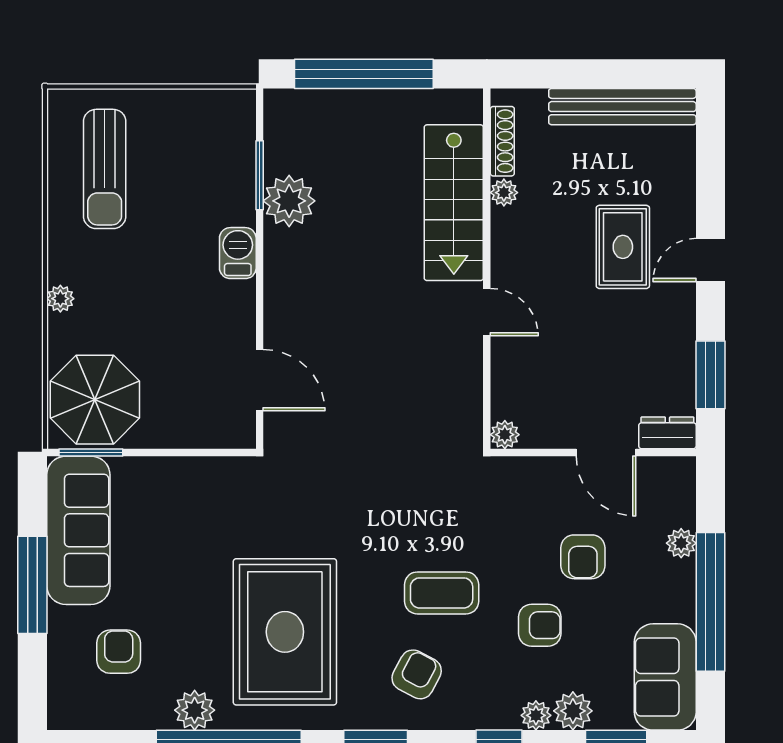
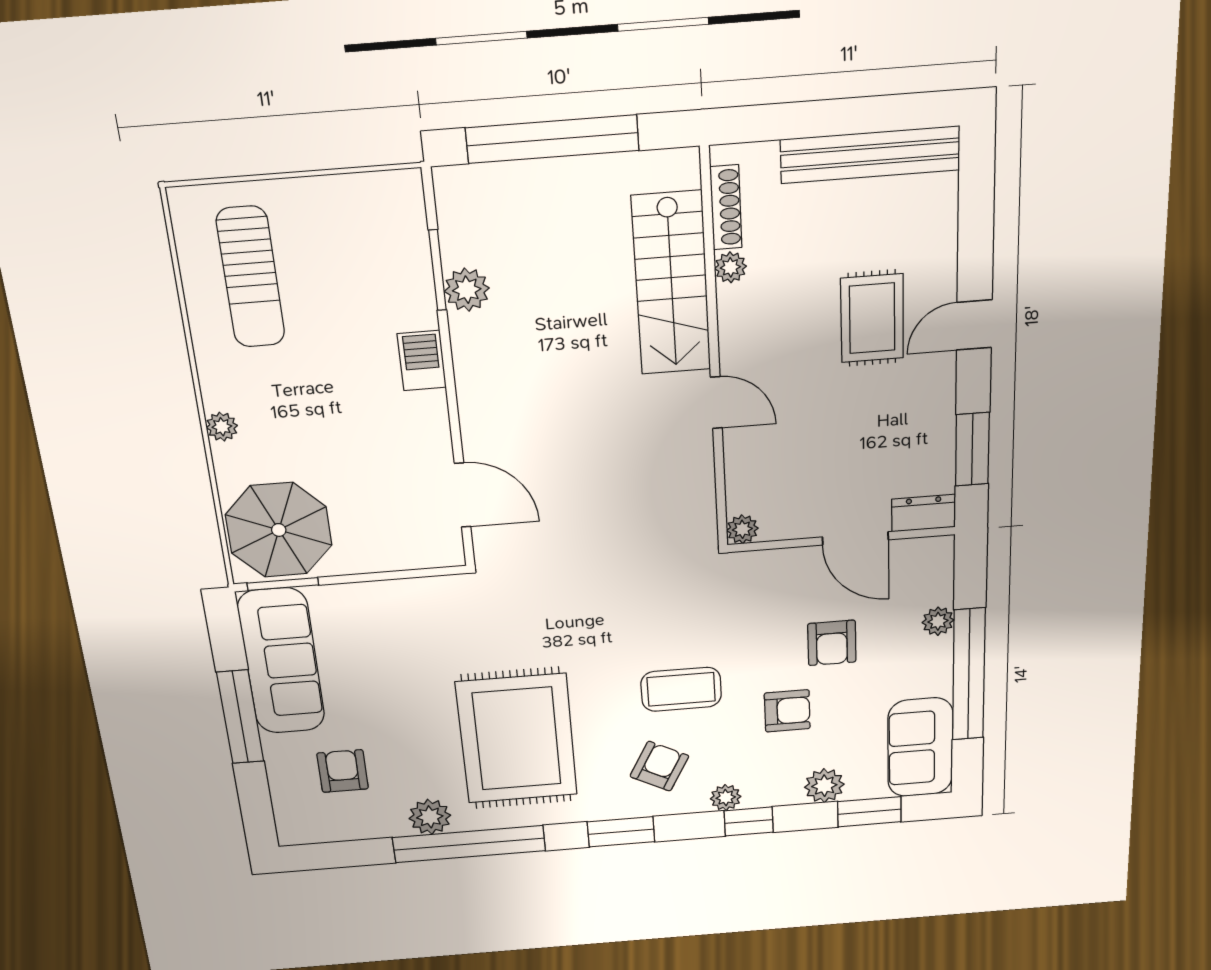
plant: (289, 201) -> (467, 290), width x0.73, depth x0.73
plant: (536, 715) -> (726, 798), moved

